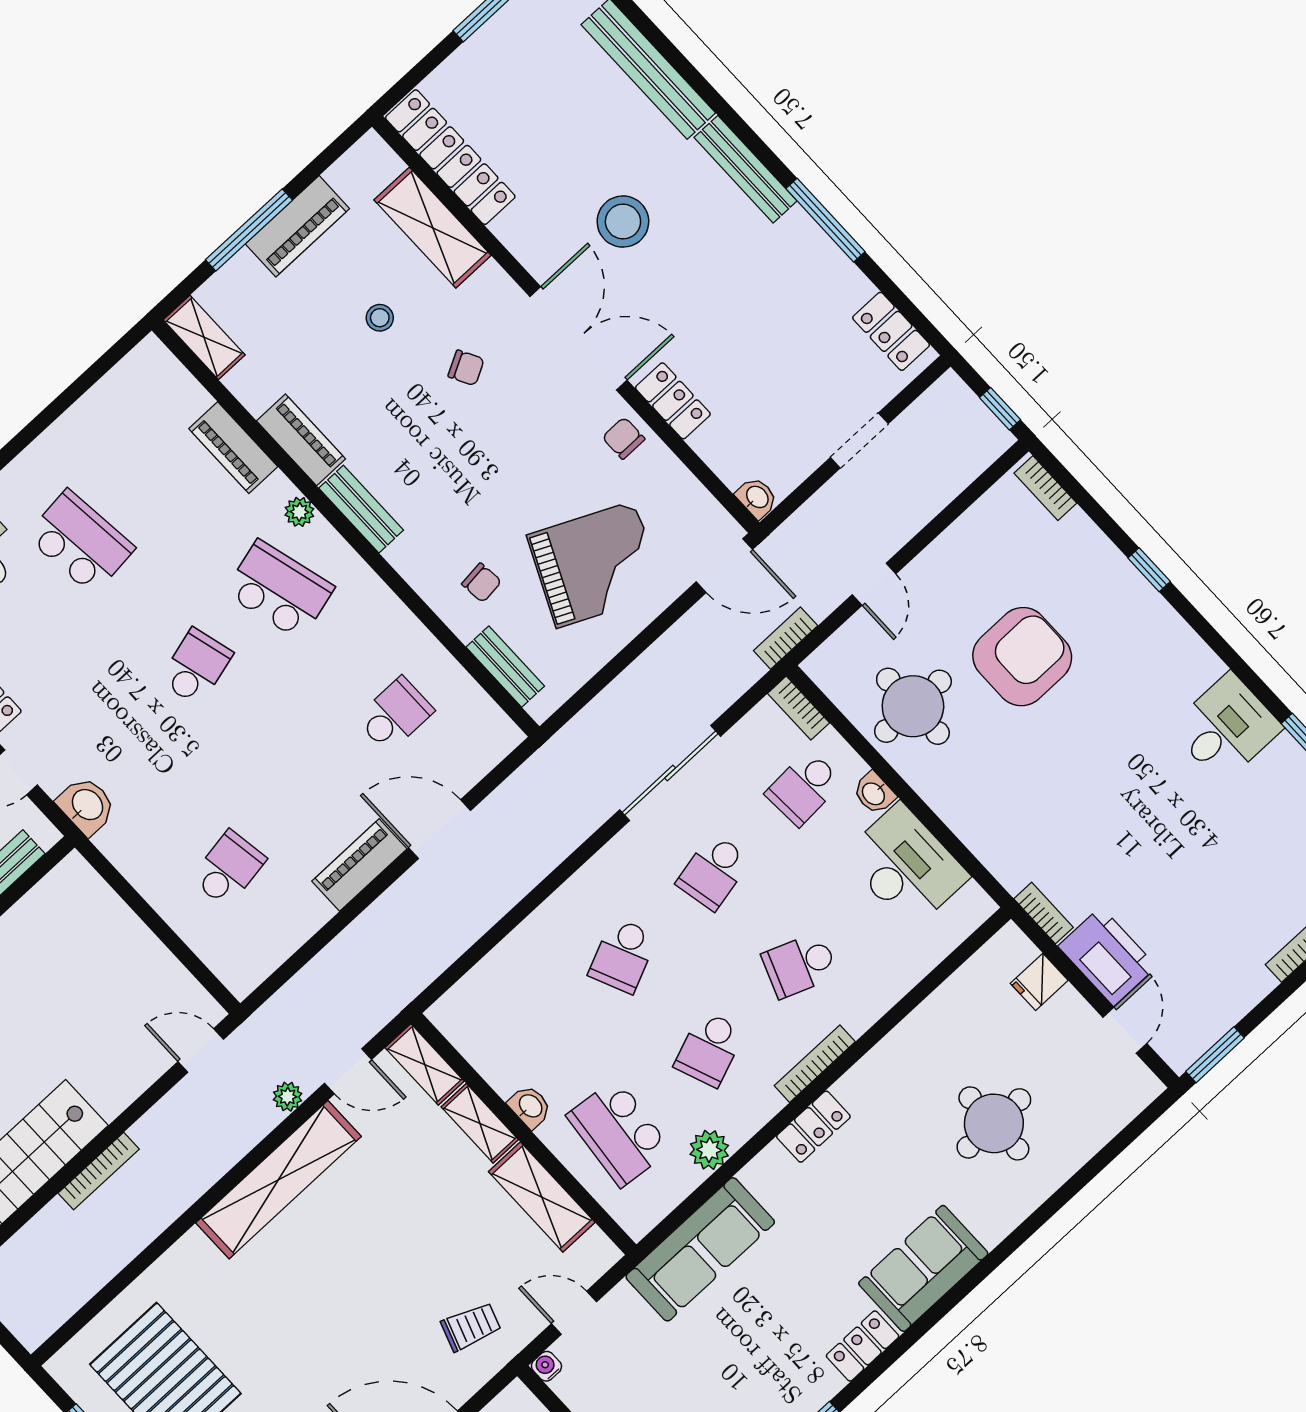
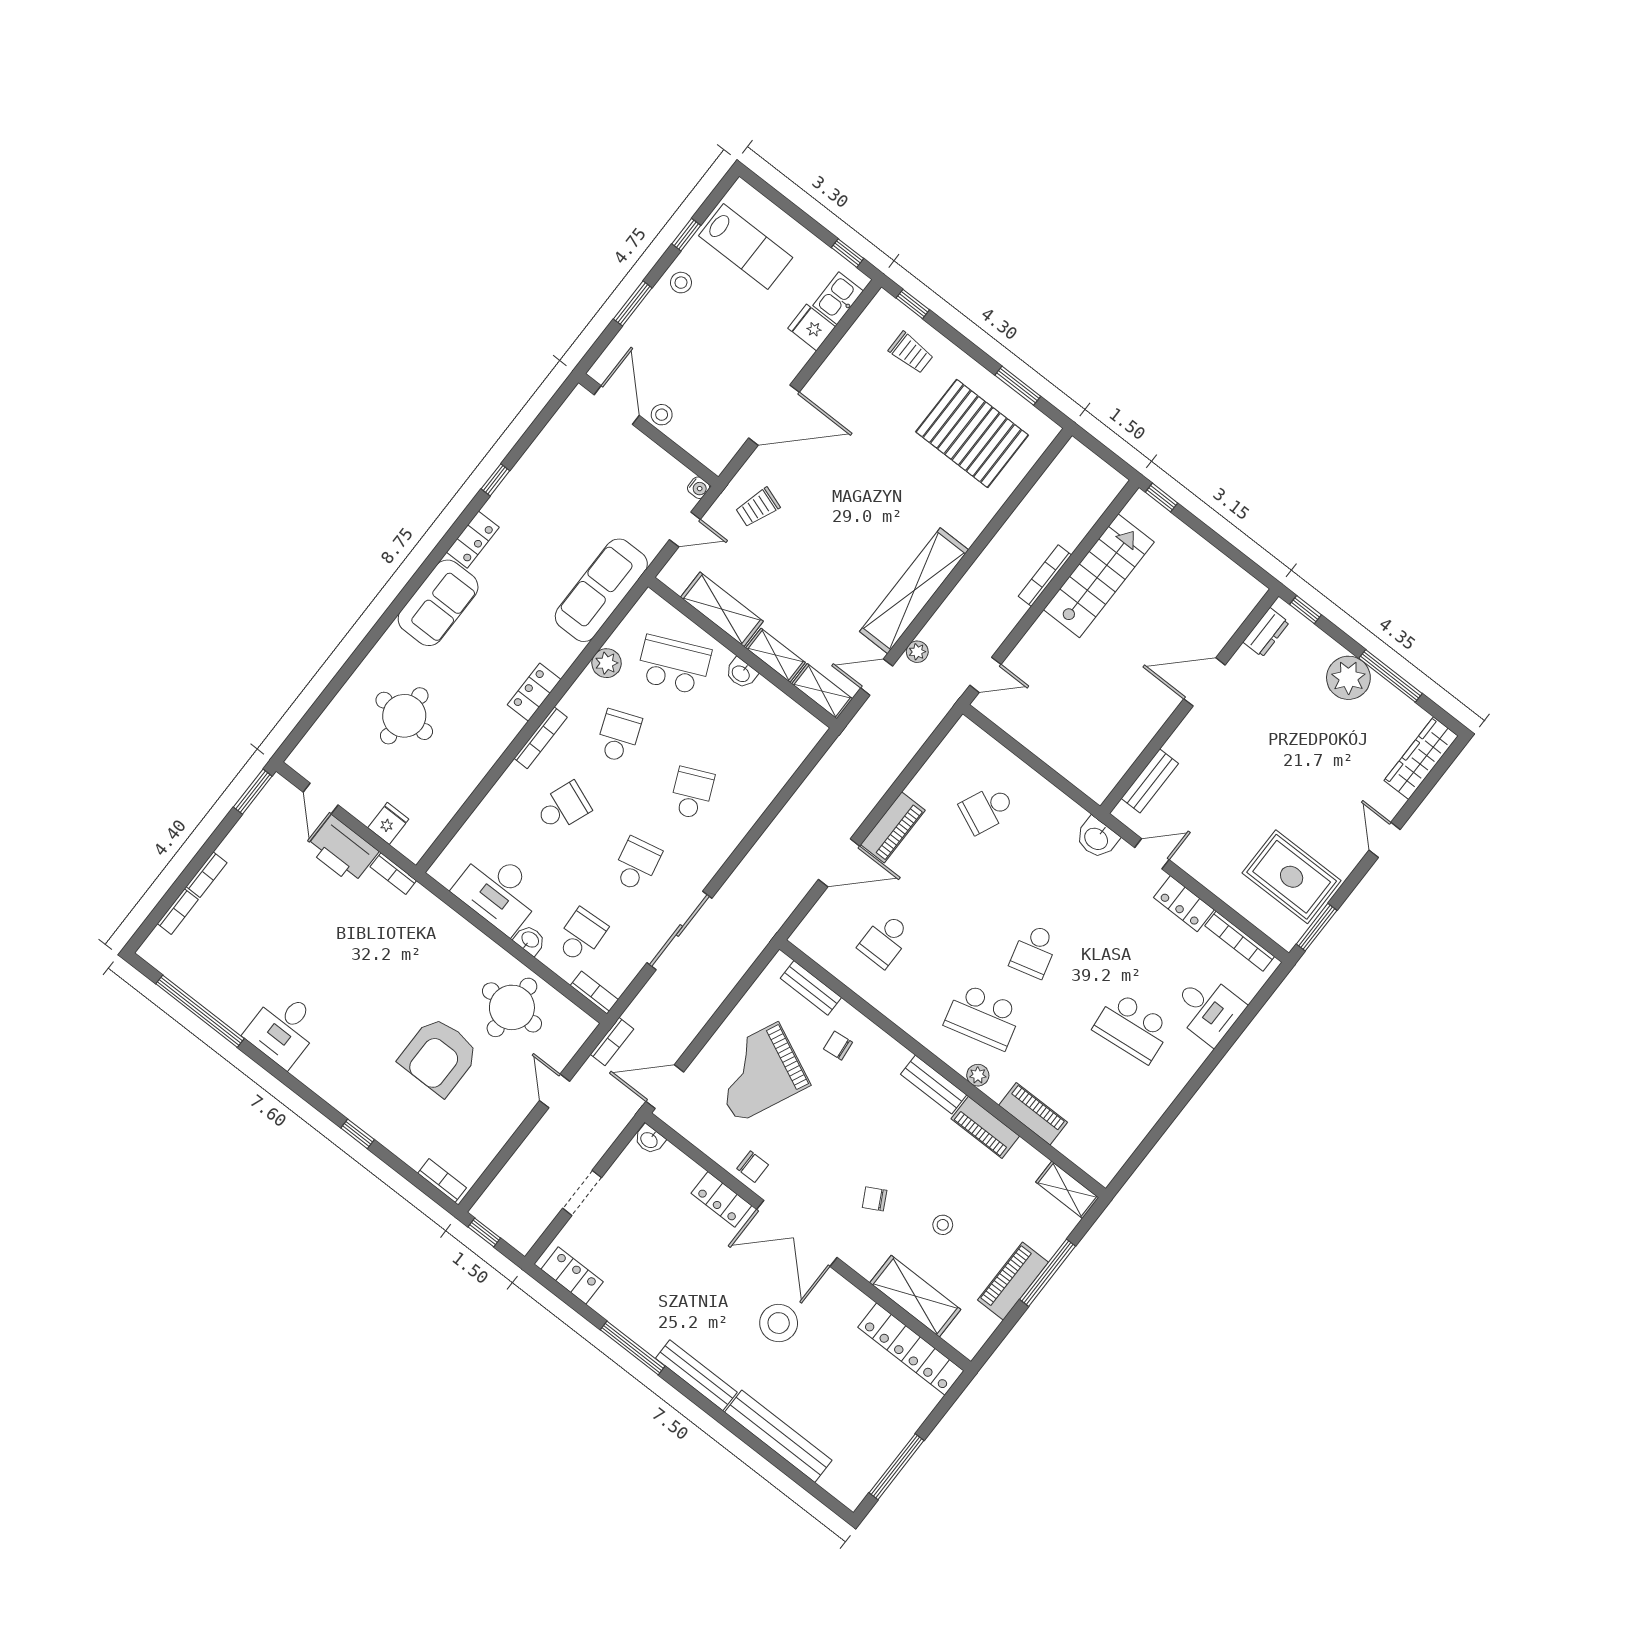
school desk: (228, 869) -> (987, 809), turned 33
school desk: (619, 1133) -> (674, 665), turned -30

